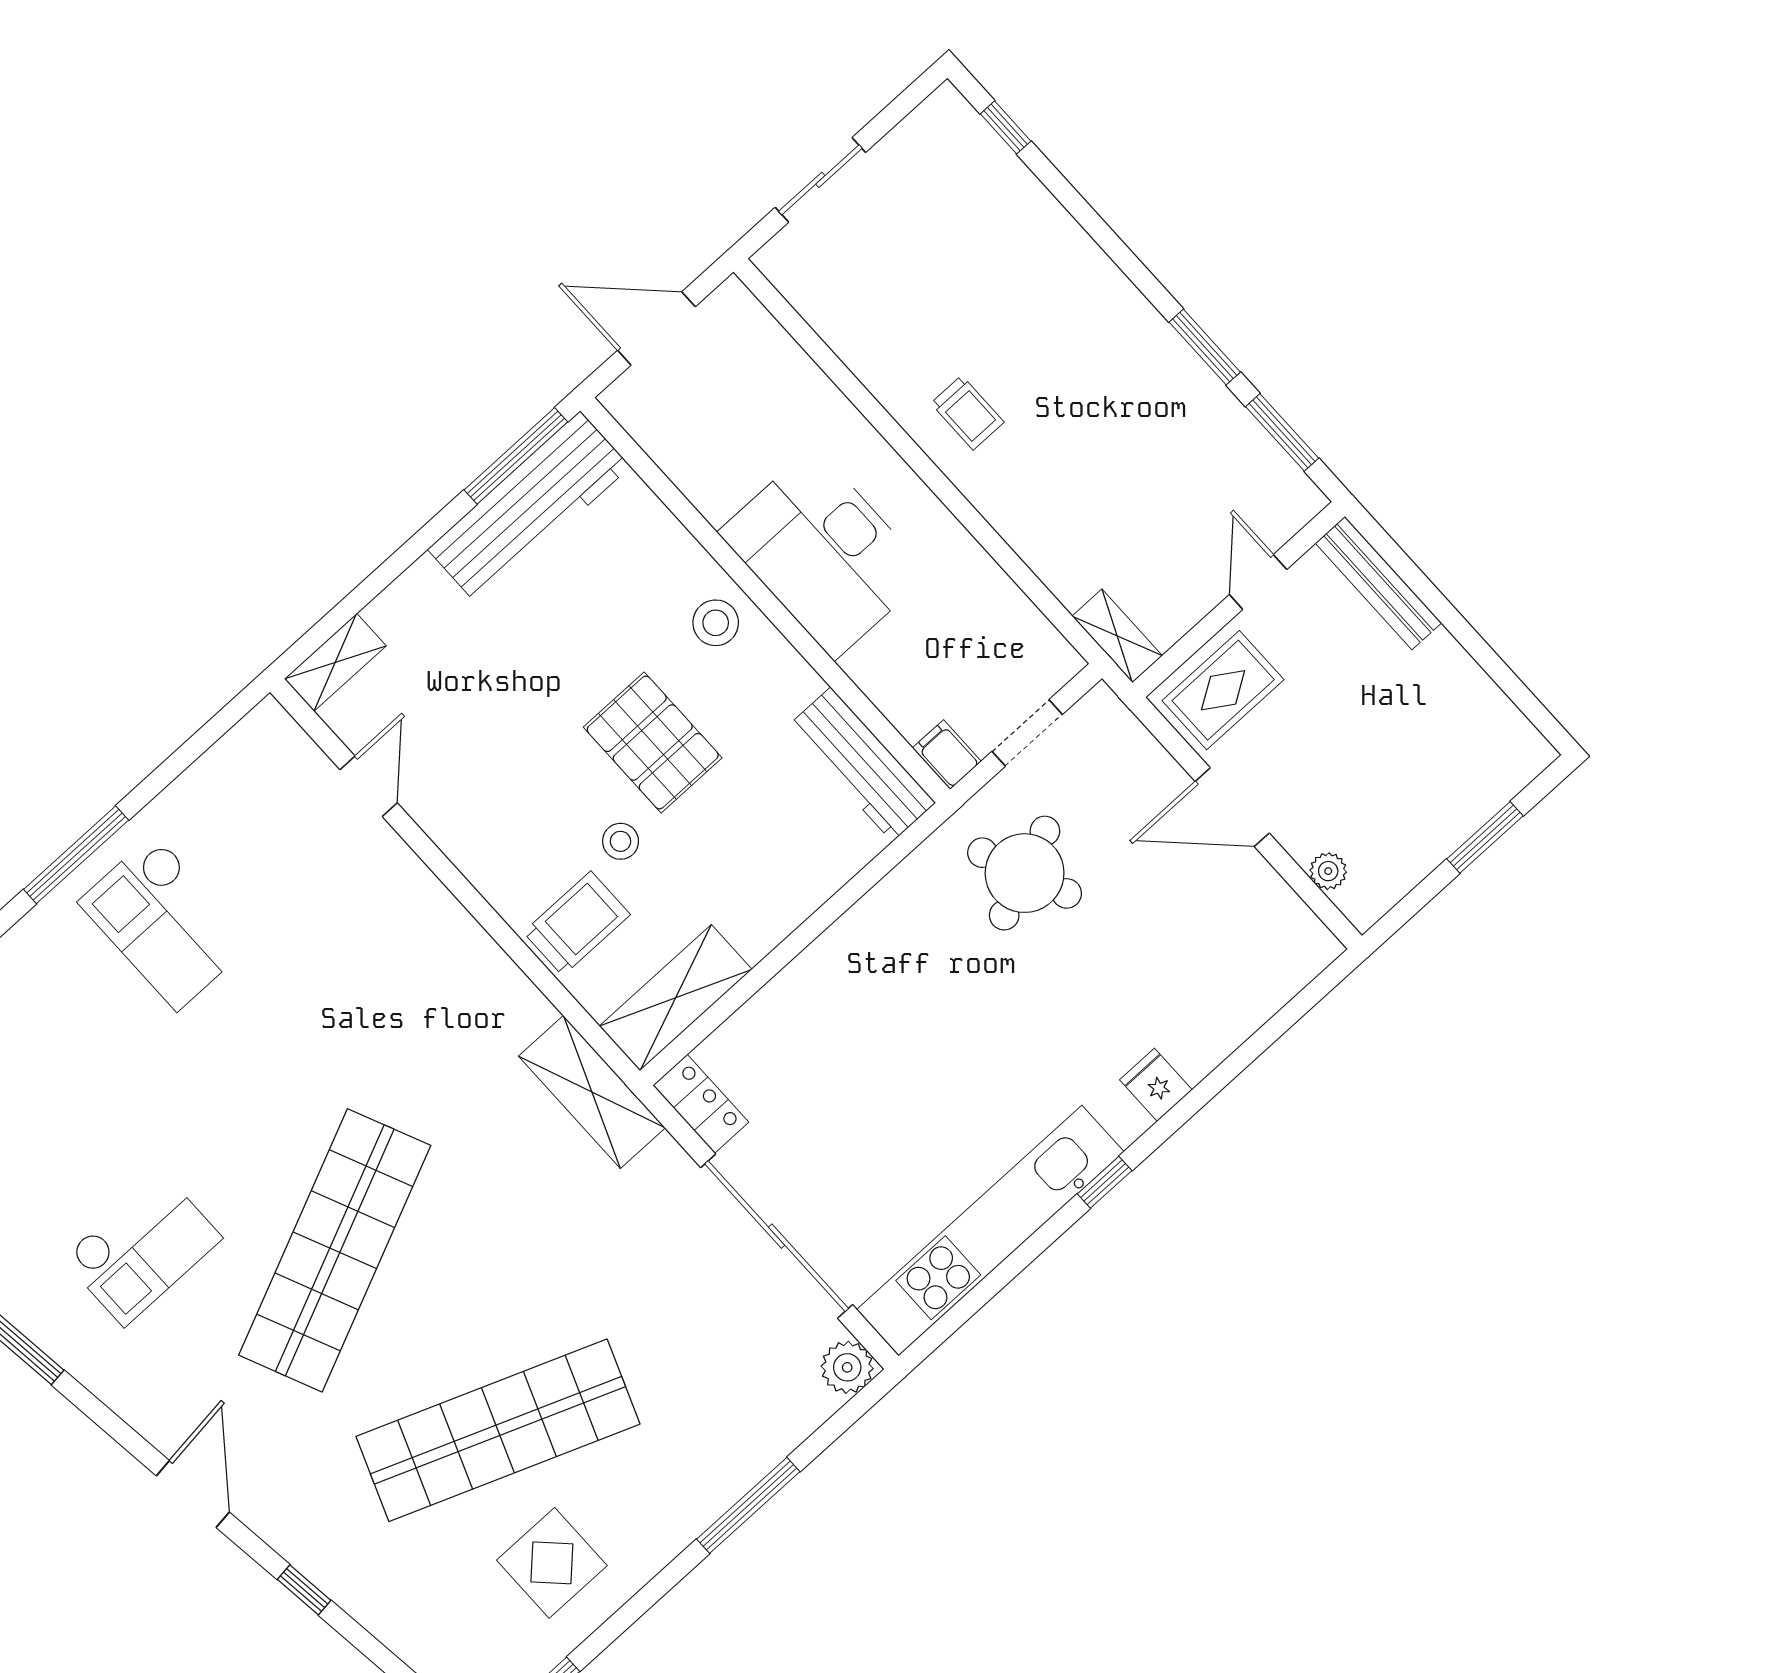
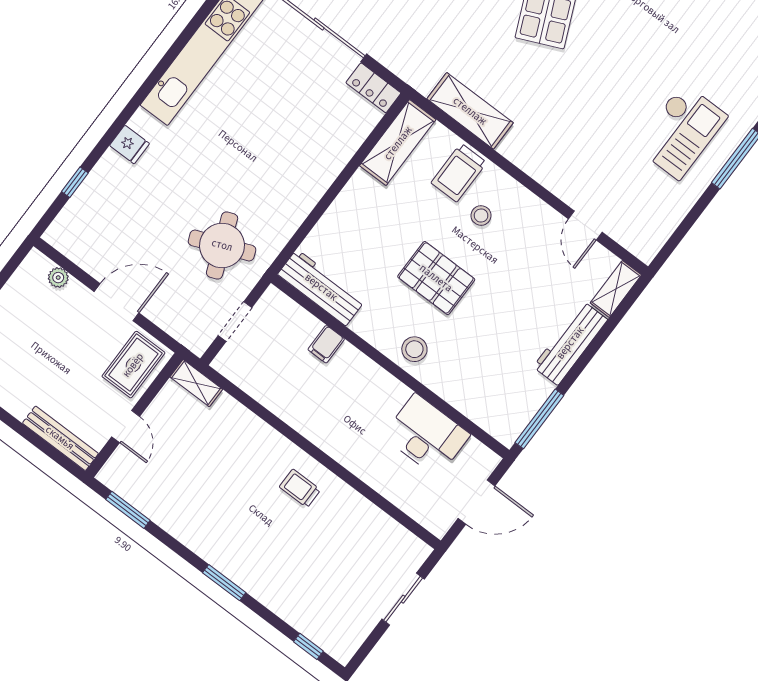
window: (1205, 347) -> (224, 583), moved
workbench: (529, 508) -> (570, 343), moved, width x0.73, depth x0.76
desk: (824, 553) -> (426, 435), moved, width x0.73, depth x0.77
filing cabinet: (947, 755) -> (326, 344), moved, turned 90
stool: (621, 841) -> (481, 216), moved
checkout: (166, 922) -> (681, 131), turned 90
shelving: (592, 1092) -> (470, 111), moved
window: (1105, 1182) -> (75, 182), moved

